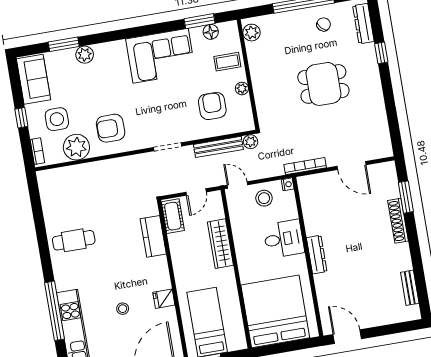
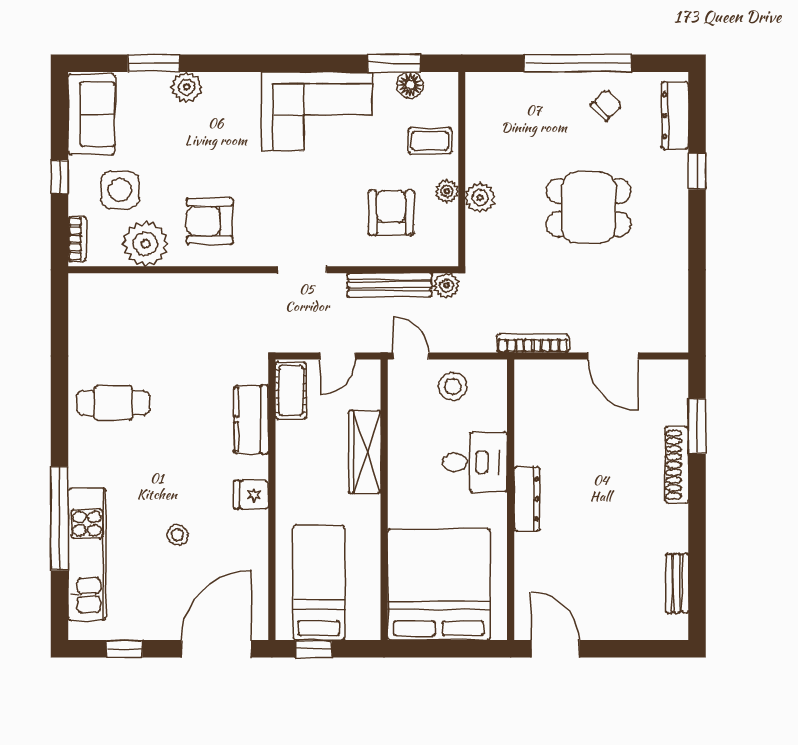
plant: (251, 33) -> (480, 198), moved
nightstand: (288, 184) -> (498, 370), removed
fridge: (164, 299) -> (251, 495), moved

